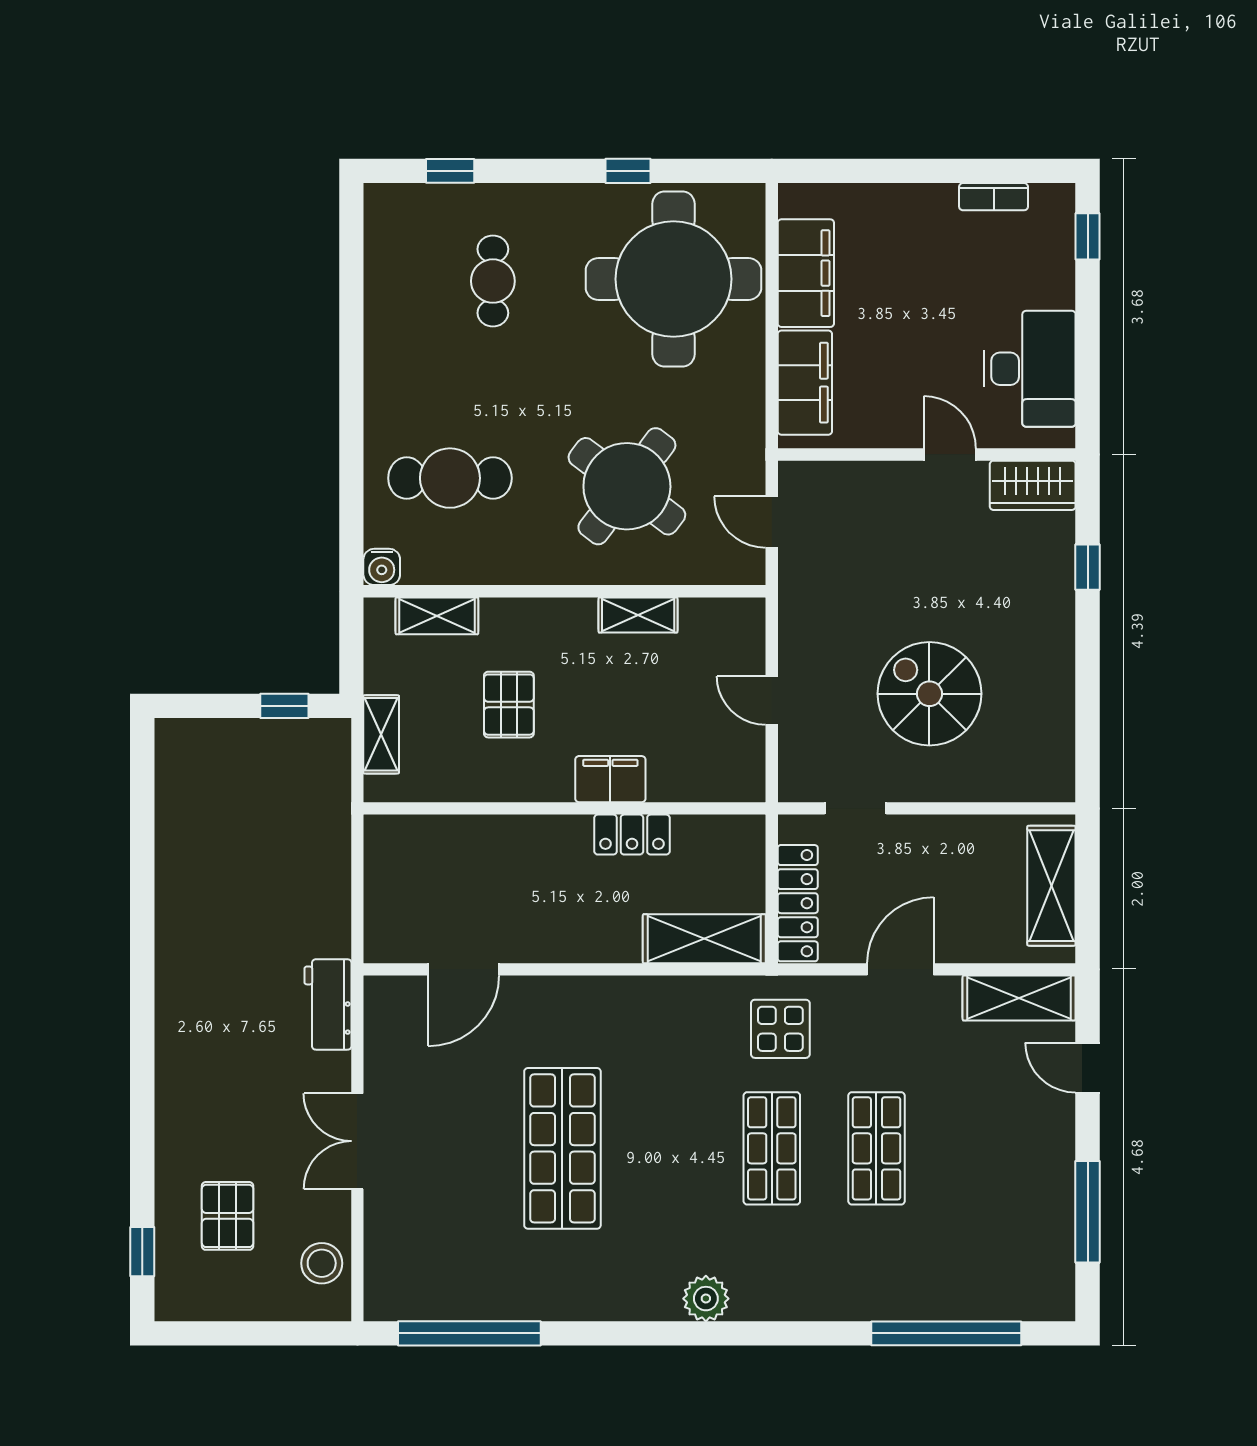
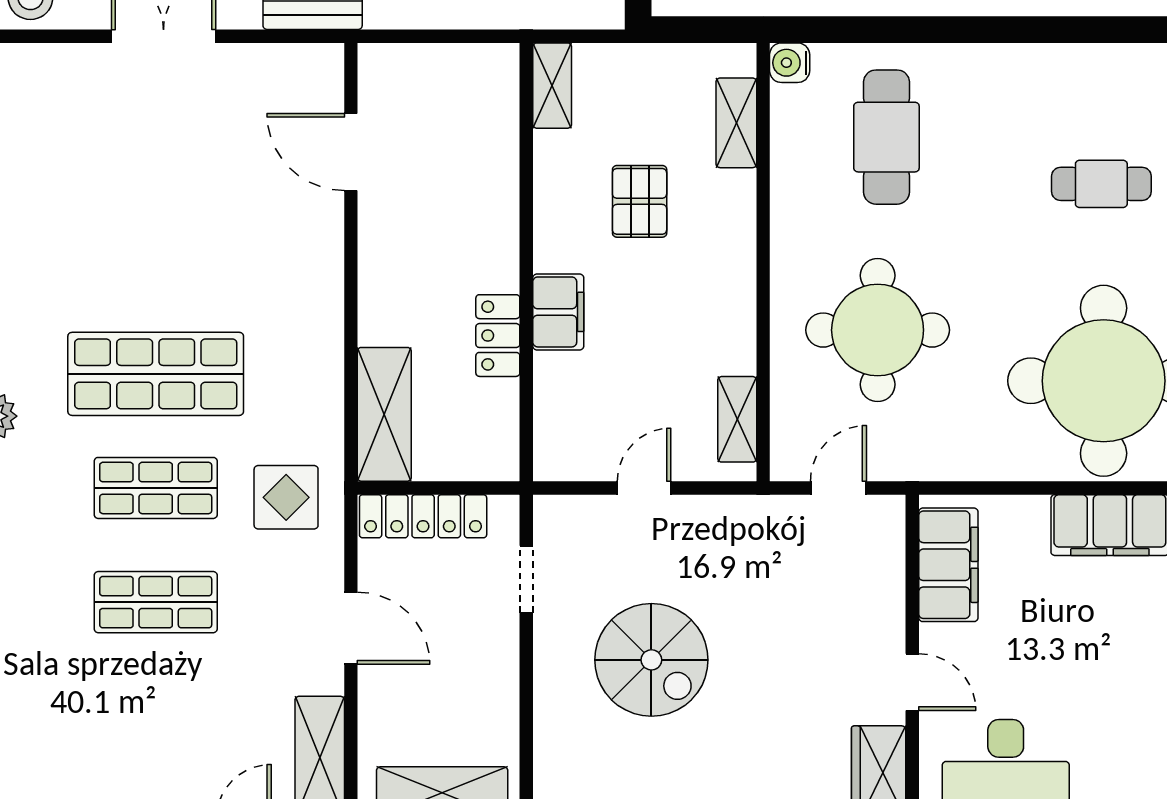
filing cabinet: (805, 383) -> (948, 565), moved, turned -90
door: (950, 454) -> (912, 682), hinge flipped
round table: (627, 486) -> (878, 330), turned -37
shelving: (638, 615) -> (737, 419), moved
spiral stairs: (929, 694) -> (651, 660), turned 90
pallet: (509, 705) -> (640, 201), turned 90
shelving: (381, 734) -> (552, 86), moved, turned 90
shop shelf: (562, 1148) -> (156, 374), moved

